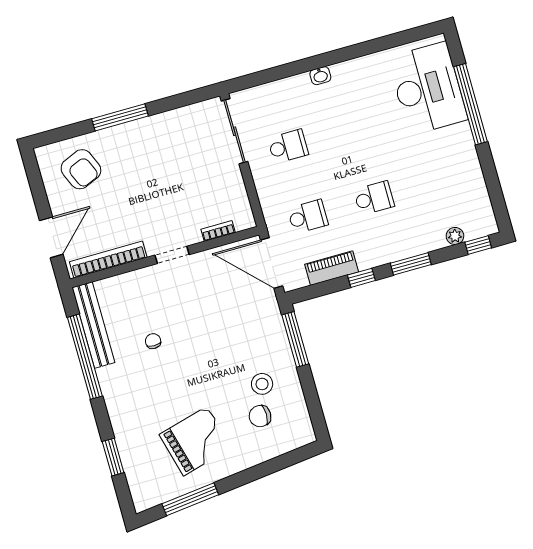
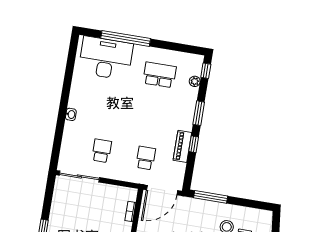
school desk: (374, 198) -> (159, 75), moved, width x1.85
piano: (332, 268) -> (182, 146), moved

